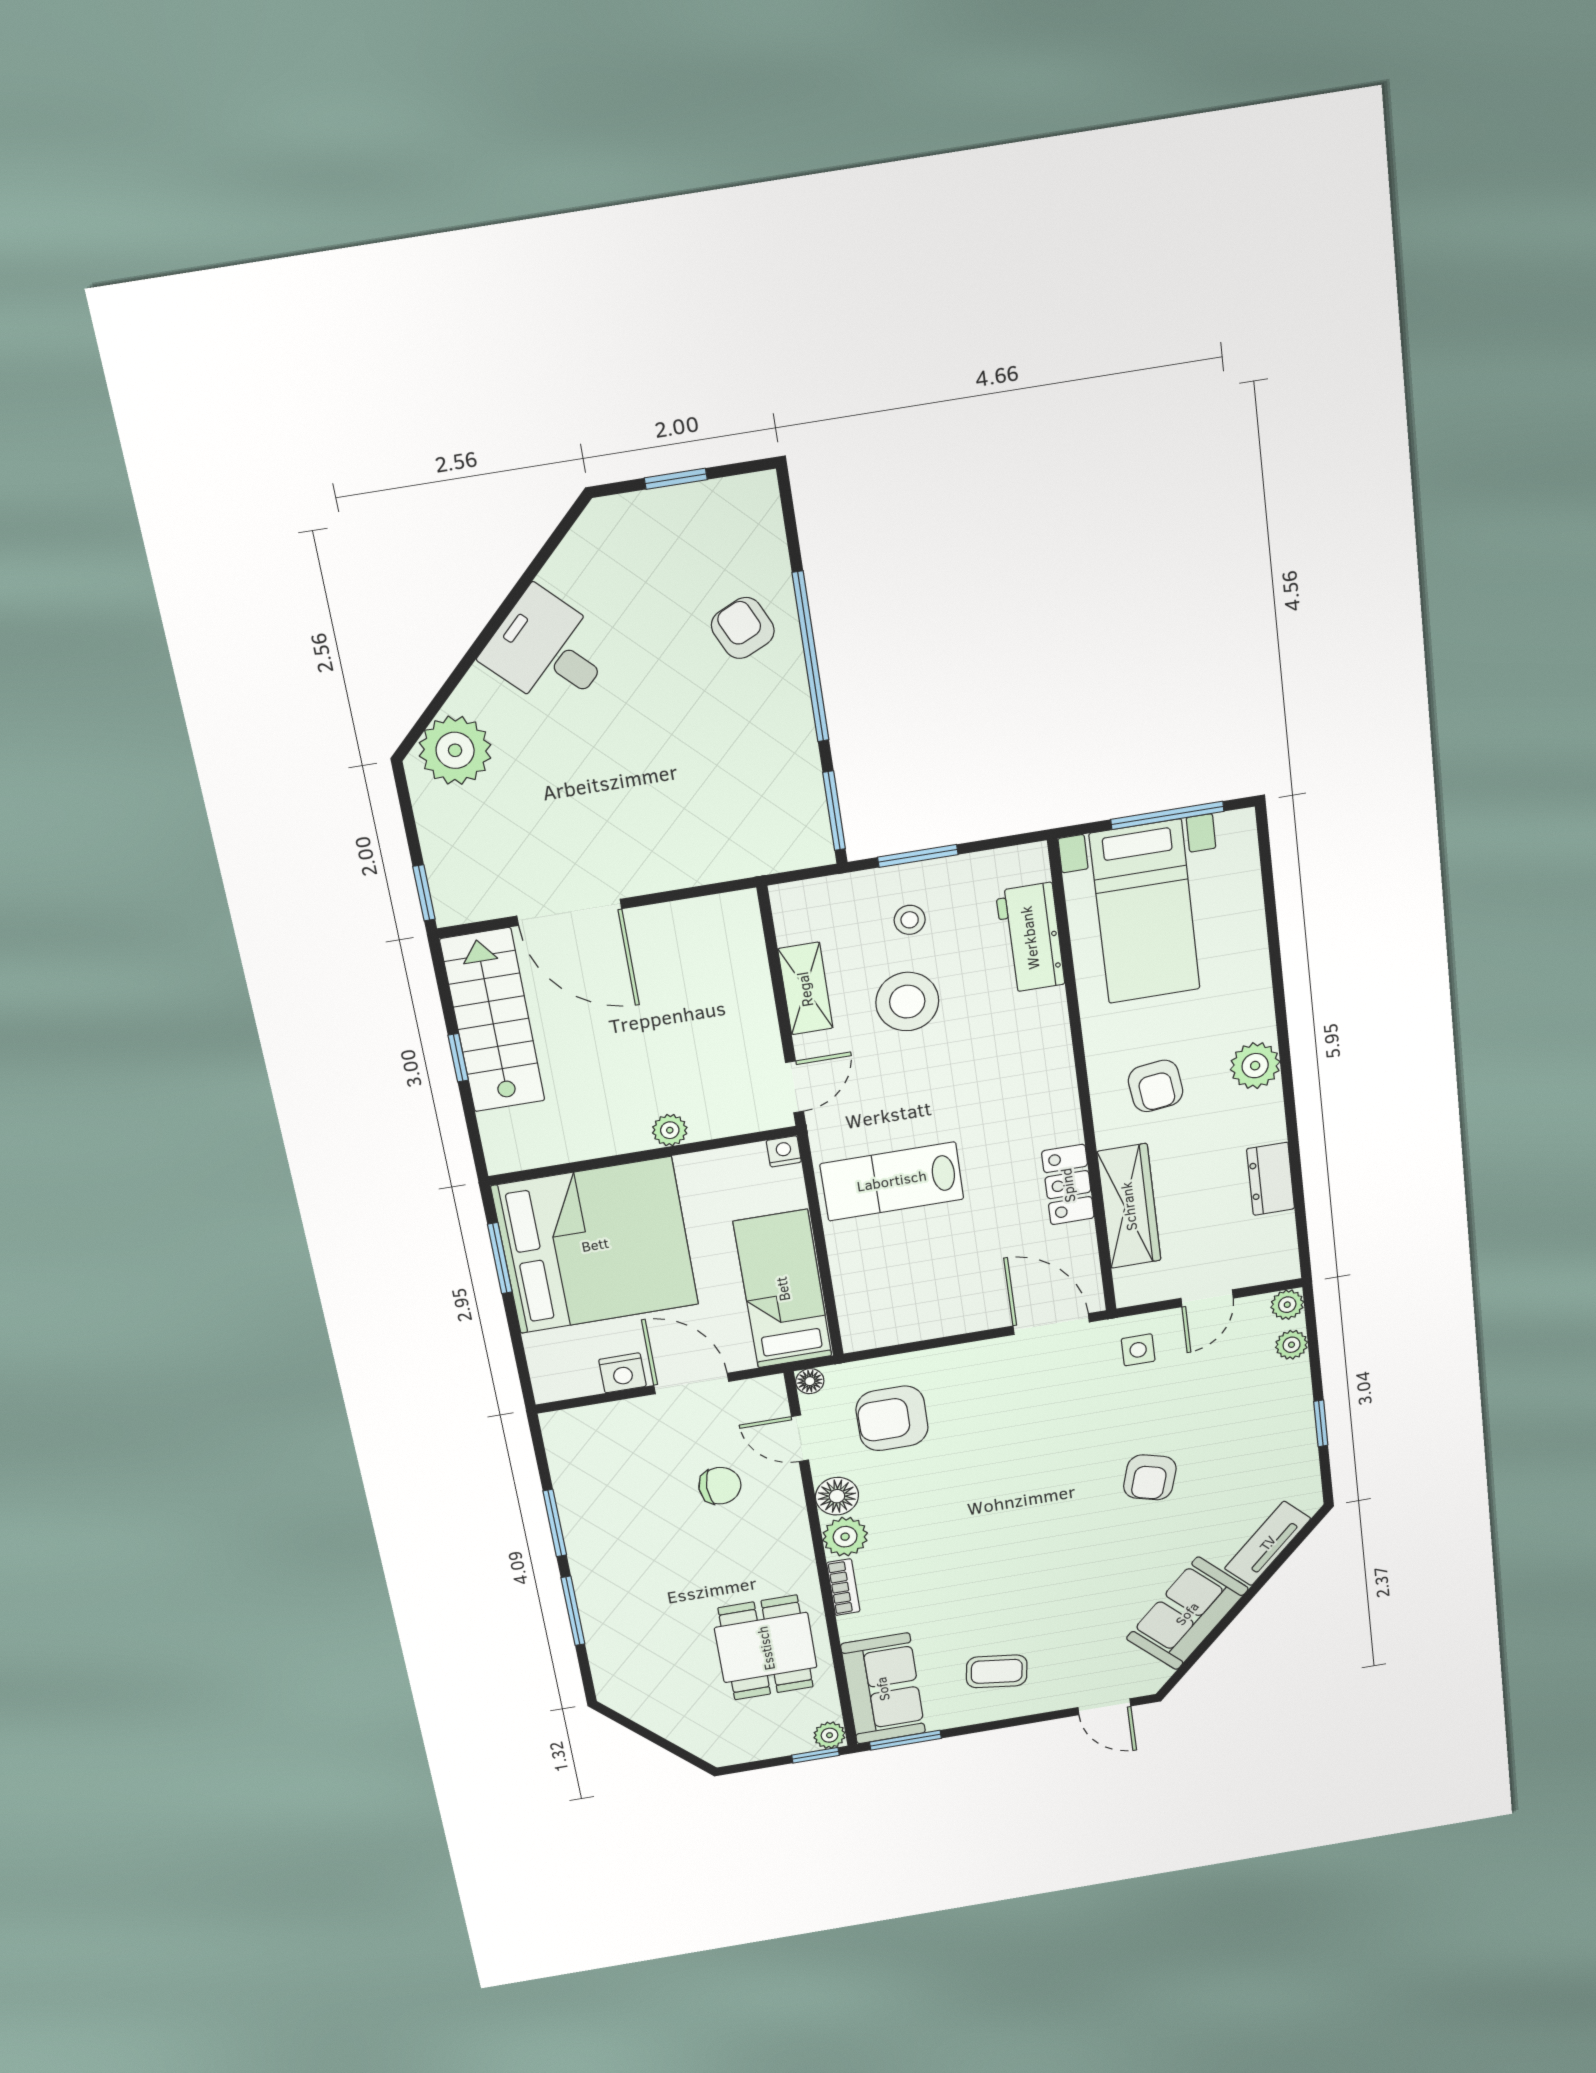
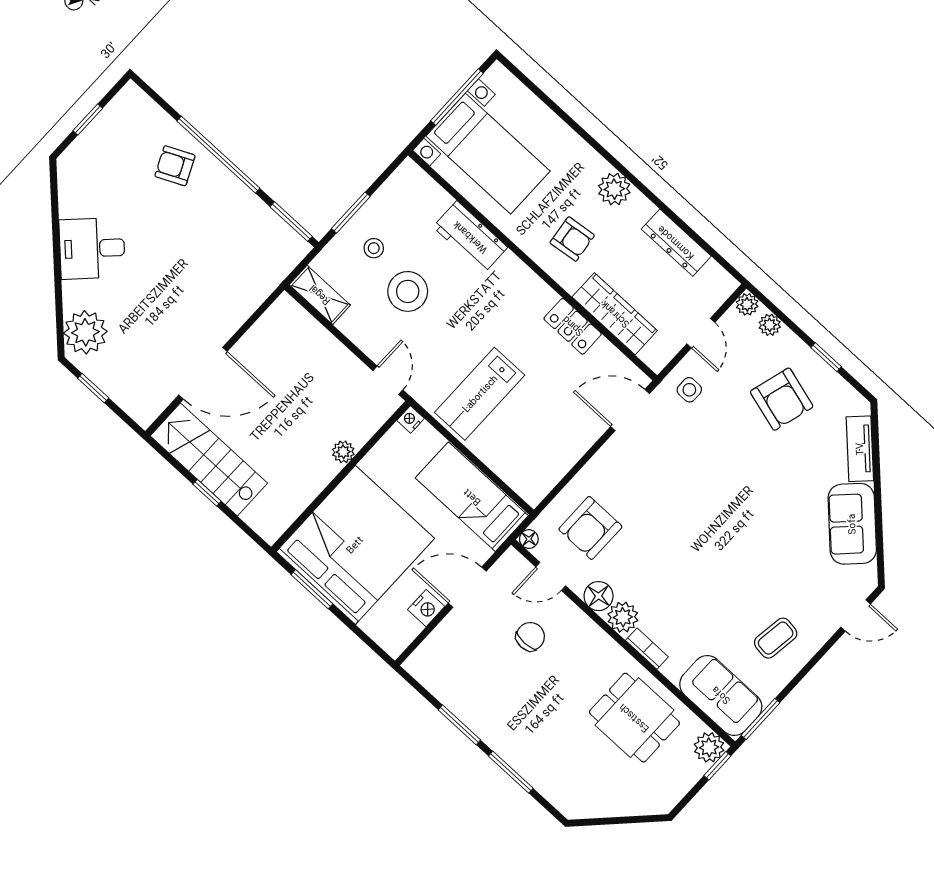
window: (424, 893) -> (93, 388), moved
workbench: (1030, 938) -> (470, 237), moved
shelving: (805, 989) -> (320, 295), moved
dresser: (1271, 1179) -> (676, 243), width x1.44
armchair: (1150, 1477) -> (782, 399), moved, width x1.38, depth x1.38
plant: (830, 1735) -> (709, 747), width x1.38, depth x1.38

